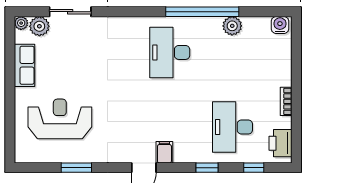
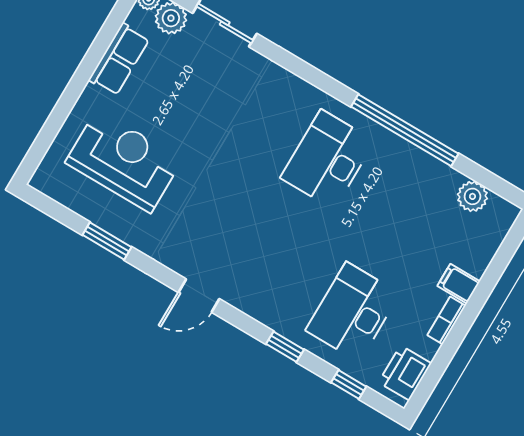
water cooler: (280, 25) -> (500, 211), removed
plant: (232, 26) -> (472, 196), moved
filing cabinet: (164, 152) -> (459, 284), moved, turned -90

